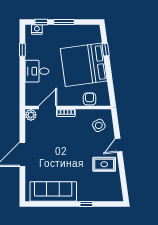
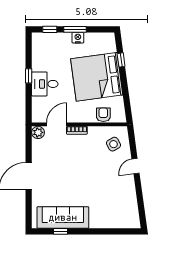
nightstand: (37, 30) -> (78, 38), moved
window: (22, 50) -> (29, 76), moved
rug: (104, 164) -> (120, 187), removed
window: (86, 204) -> (60, 231), moved

